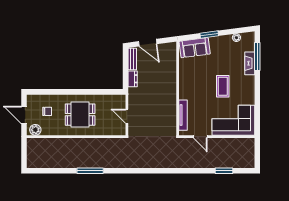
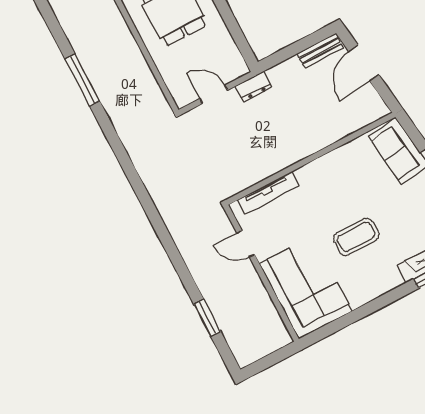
dresser: (133, 79) -> (254, 86), moved
door: (127, 116) -> (214, 94), hinge flipped
door: (200, 137) -> (246, 244), hinge flipped

